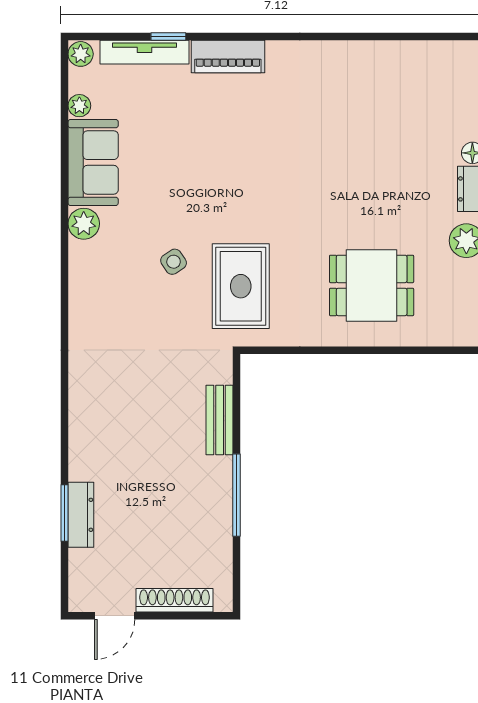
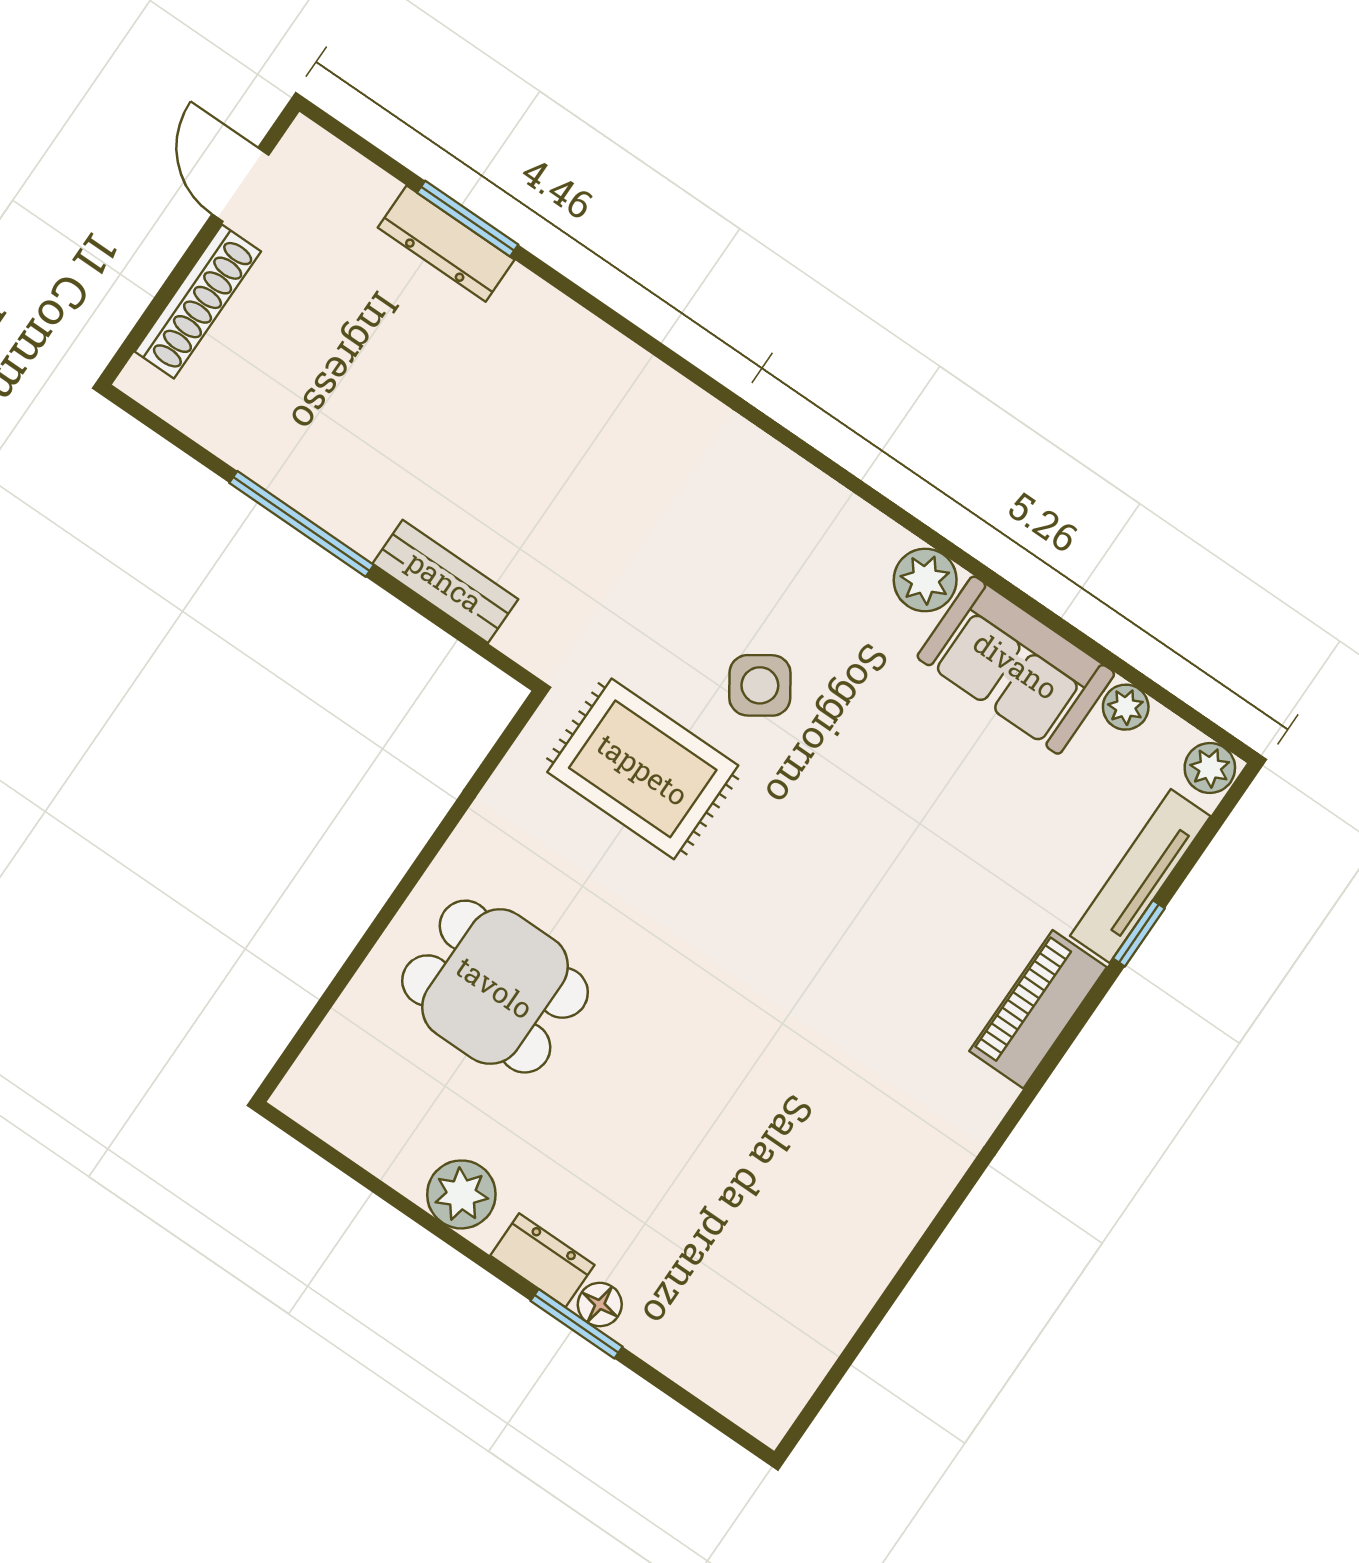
side table: (174, 262) -> (760, 685), width x1.37, depth x1.37
dining table: (372, 285) -> (495, 987), turned 90

